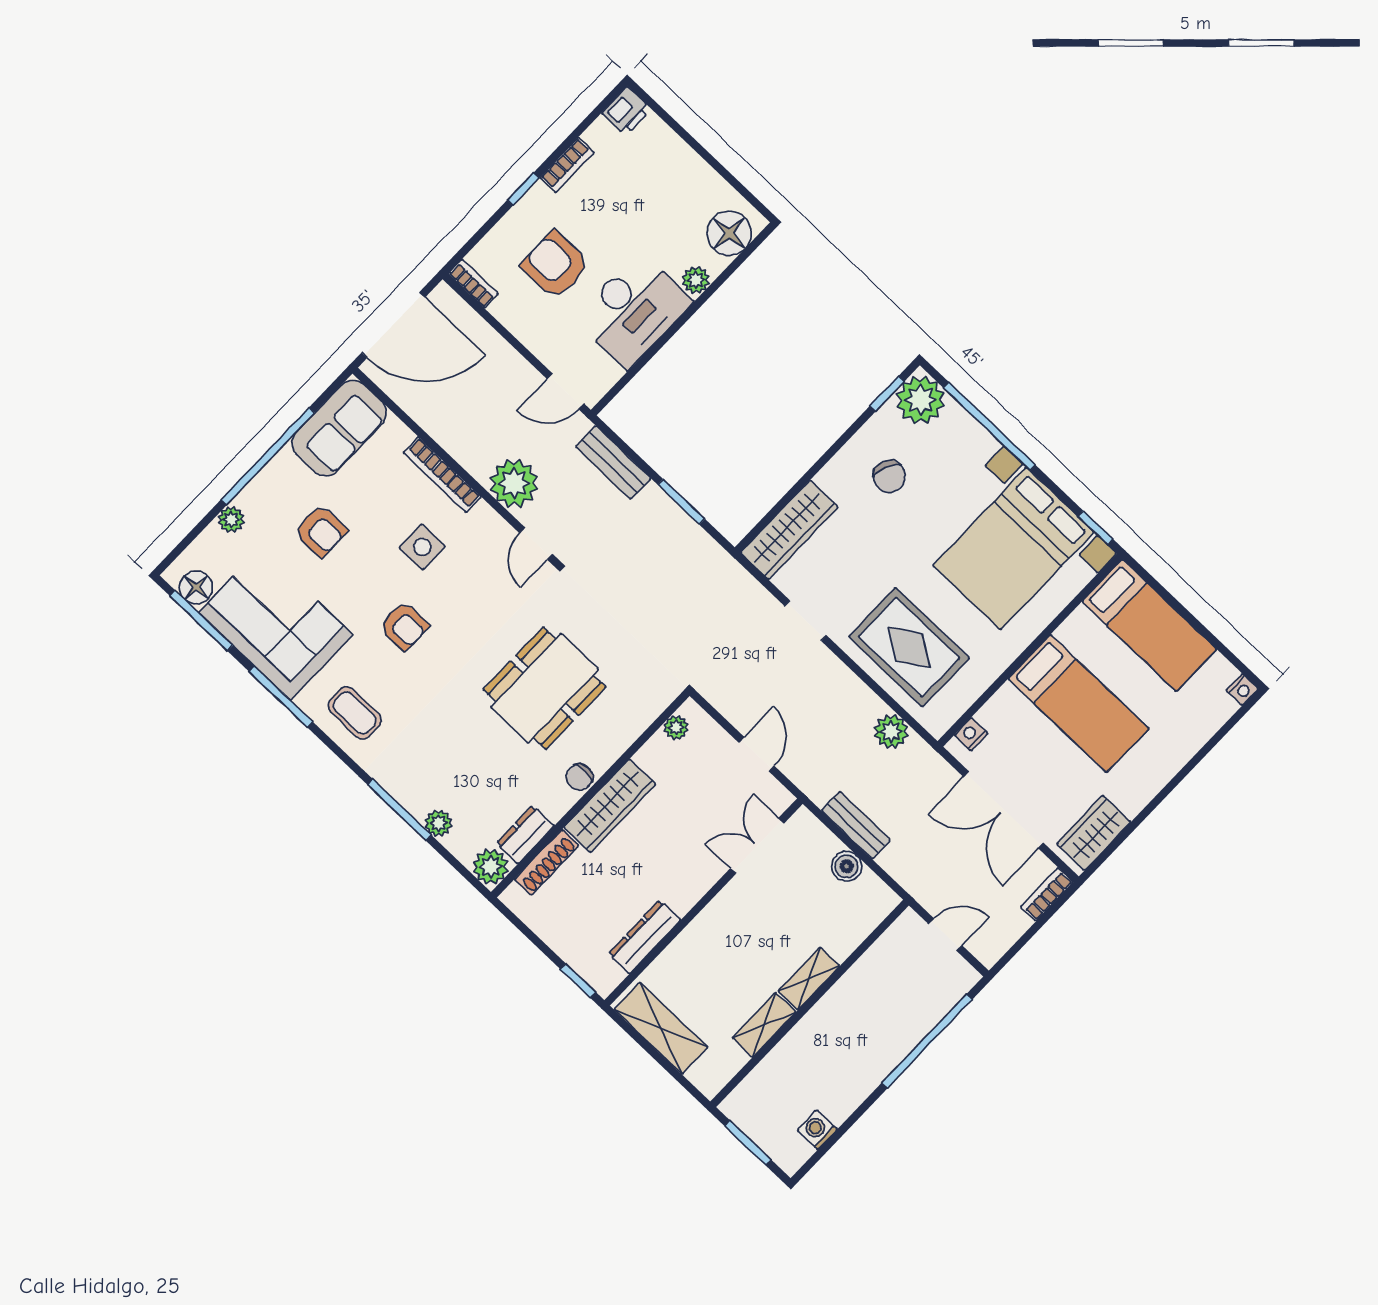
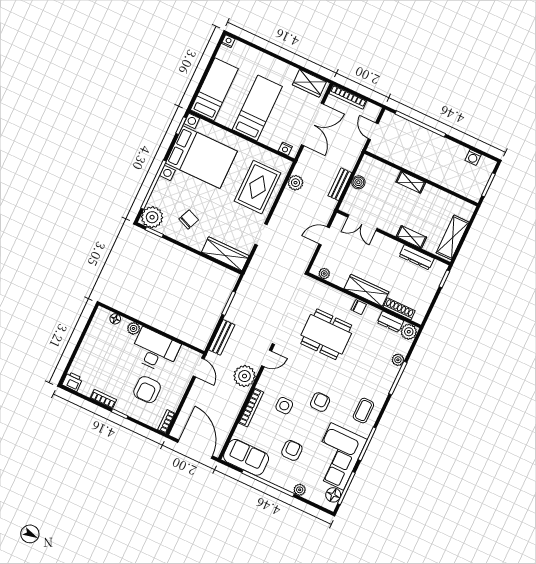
floor lamp: (729, 233) -> (115, 319), width x0.53, depth x0.53
bookcase: (1047, 894) -> (348, 97), width x1.56
shelving: (764, 1025) -> (411, 237), moved

